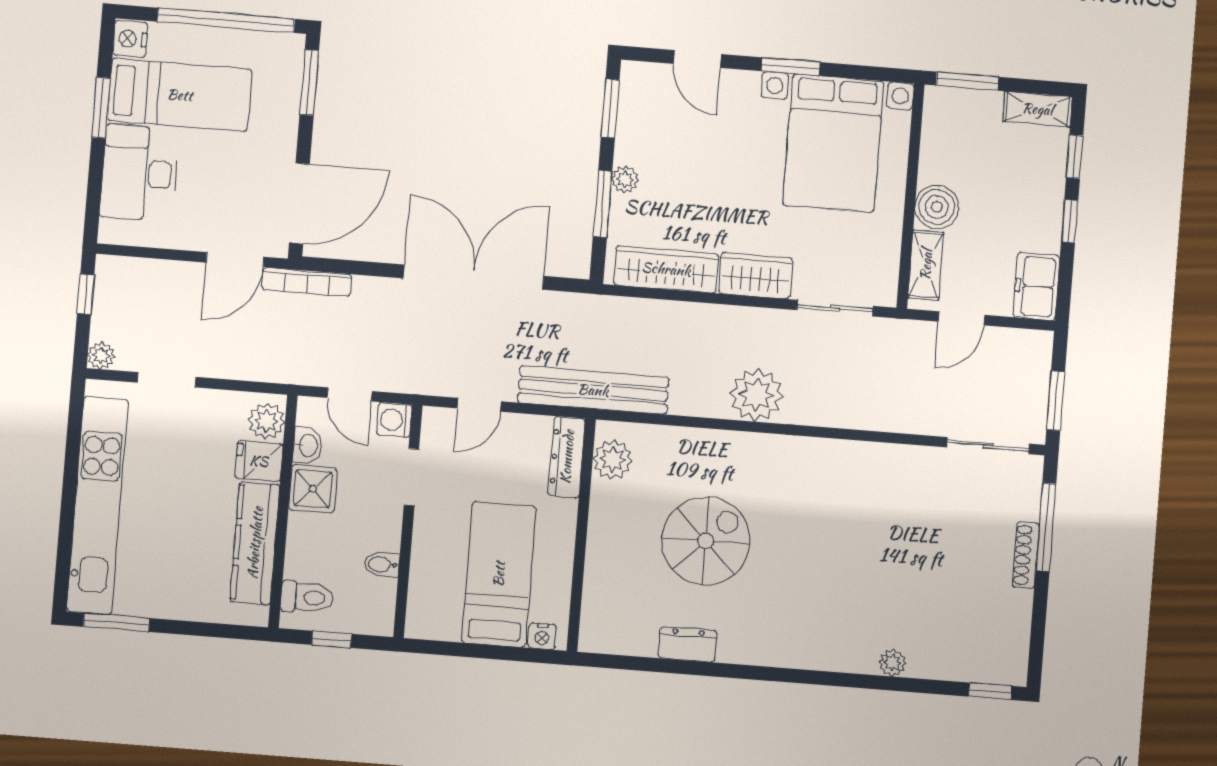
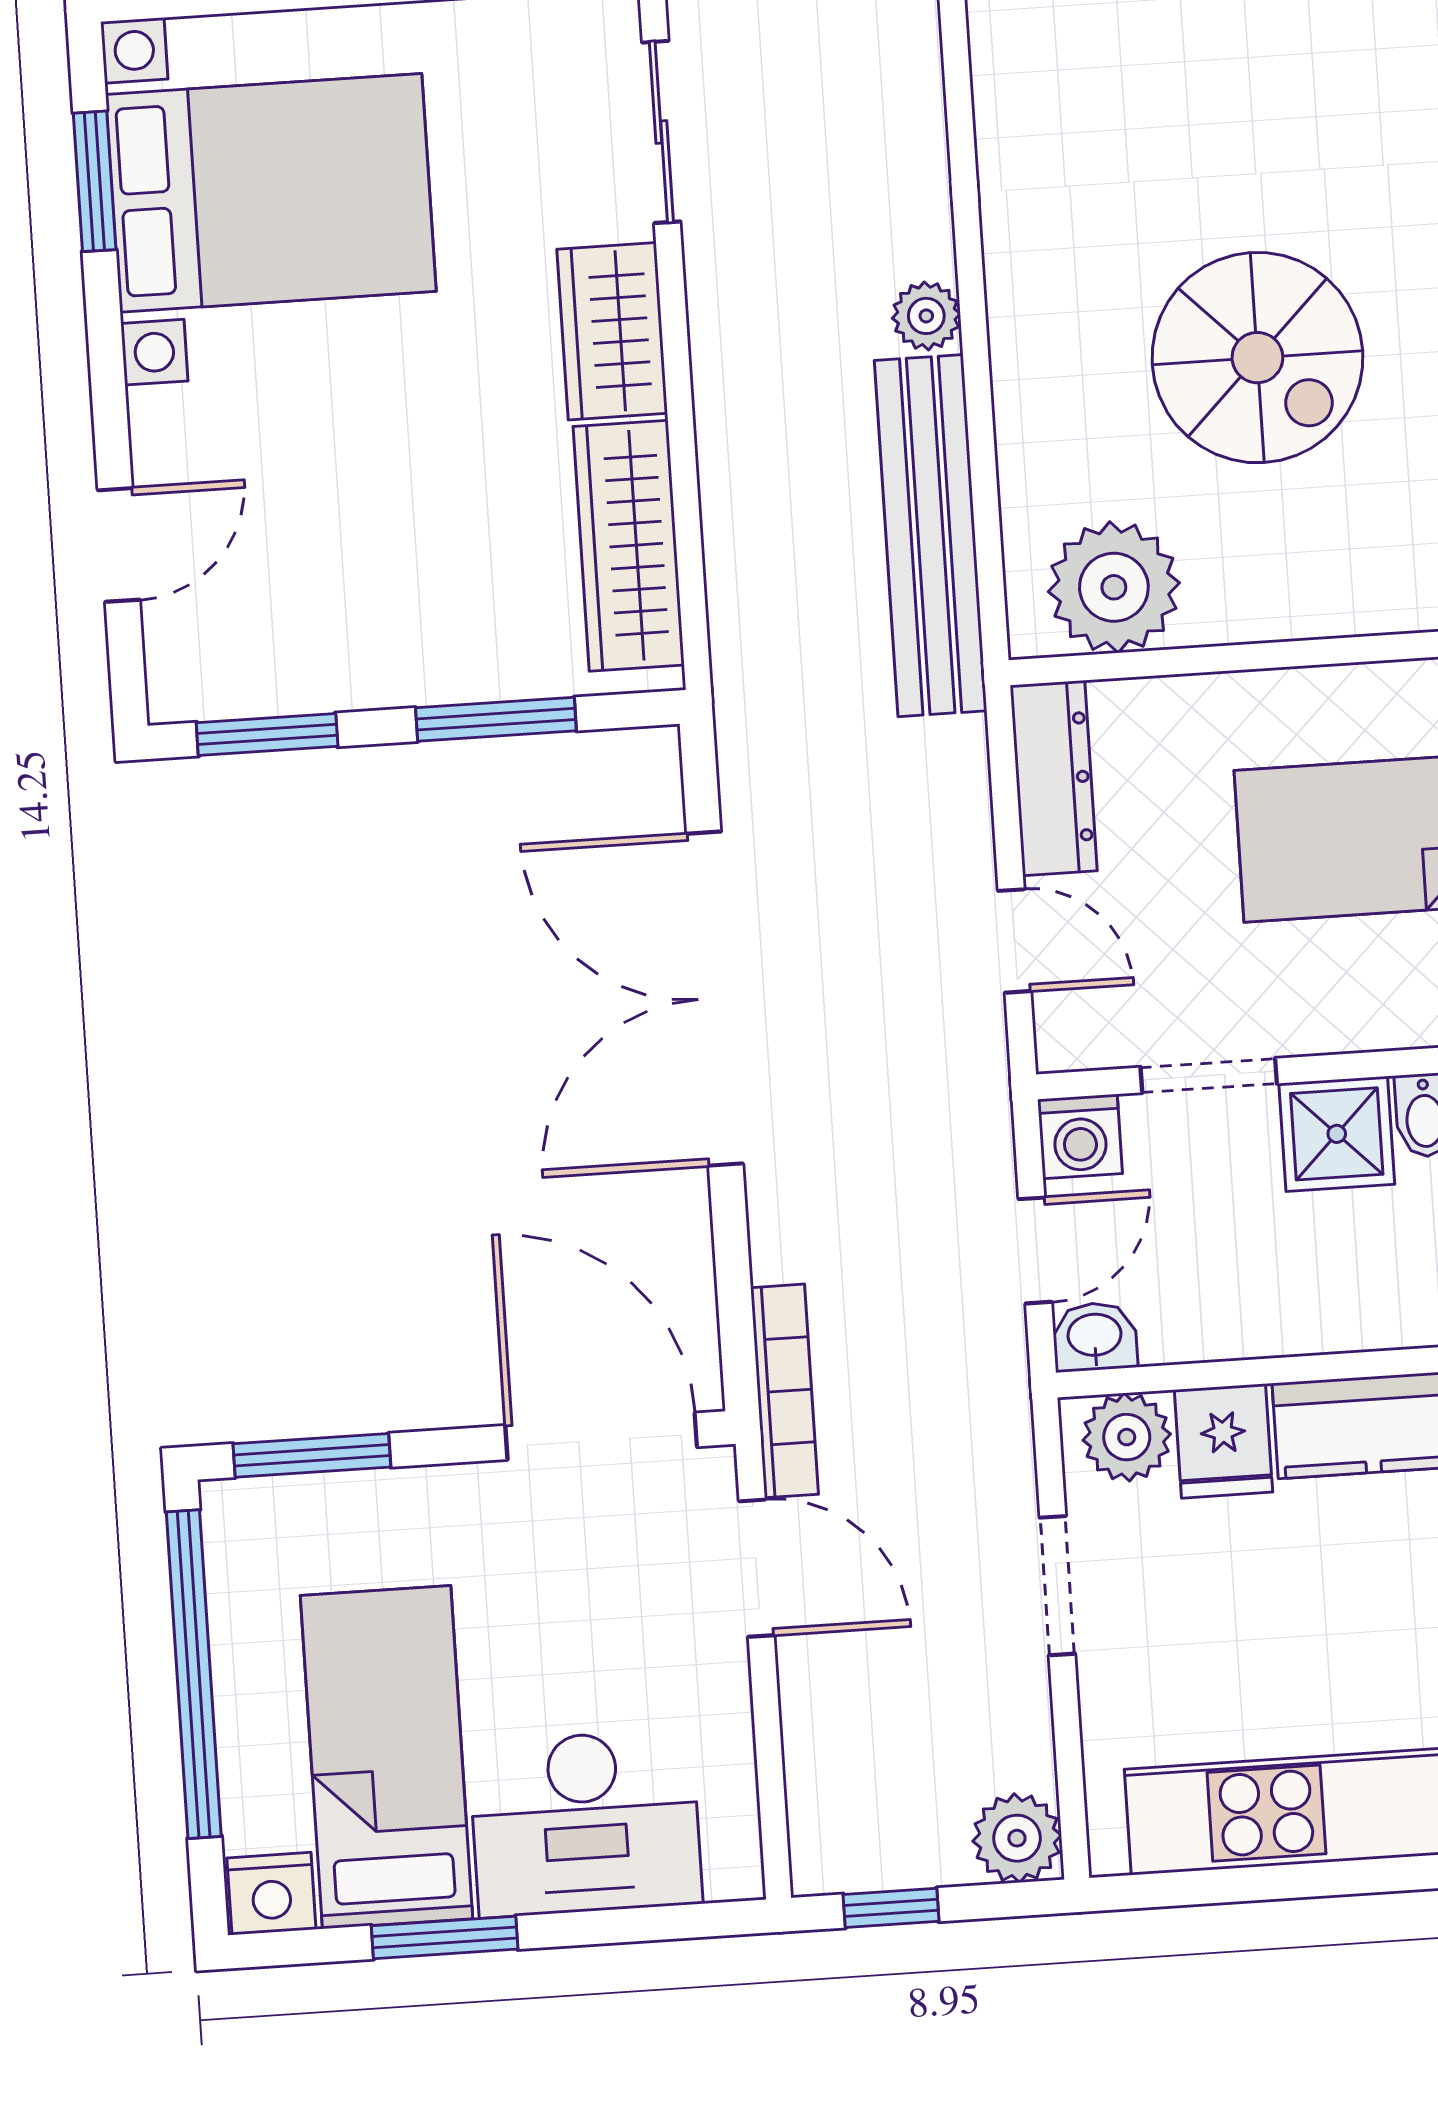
window: (791, 67) -> (95, 181), moved
plant: (625, 179) -> (430, 674), removed
plant: (101, 356) -> (1017, 1838), width x1.38, depth x1.38
doorway: (167, 380) -> (1057, 1586), moved
bench: (593, 390) -> (931, 536), moved
plant: (756, 395) -> (926, 316), width x0.53, depth x0.53
washbasin: (308, 445) -> (1095, 1337), moved
dresser: (567, 457) -> (1054, 778), moved, turned -90
plant: (613, 460) -> (1114, 587), width x1.36, depth x1.36
shower: (313, 489) -> (1337, 1134), moved
spiral stairs: (706, 541) -> (1257, 358), turned 180

